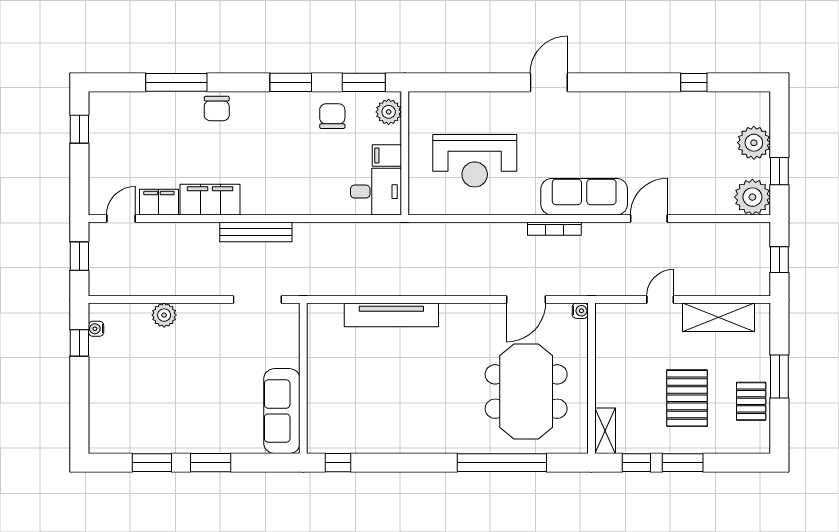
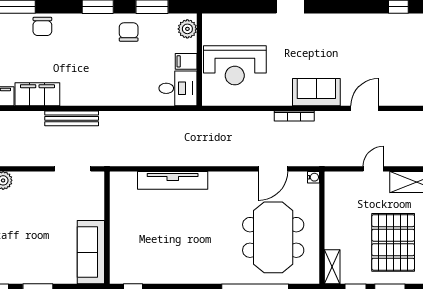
plant: (389, 112) -> (187, 29), moved
wall: (405, 153) -> (199, 60), moved
filing cabinet: (387, 155) -> (186, 61), moved
desk: (376, 192) -> (178, 88), moved
sofa: (584, 197) -> (316, 92), width x0.73
pallet: (687, 398) -> (393, 242), width x1.37, depth x1.41

